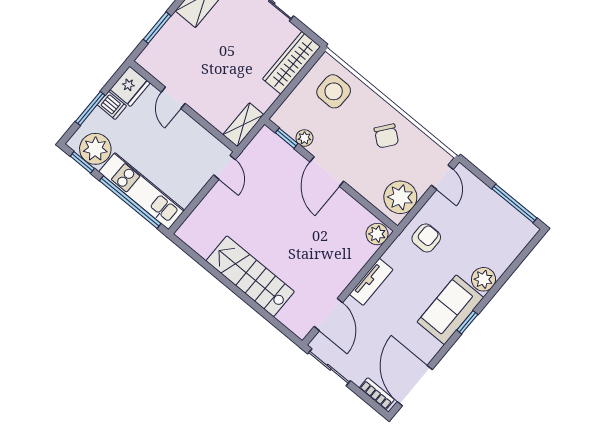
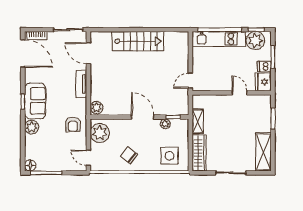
shelving: (243, 125) -> (198, 121), moved
door: (225, 167) -> (190, 81), hinge flipped
floor lamp: (527, 230) -> (30, 165), added

